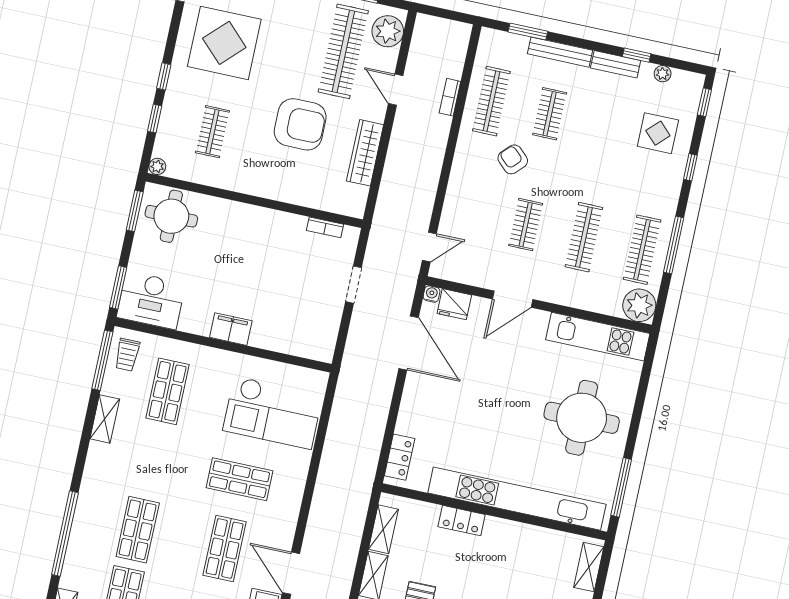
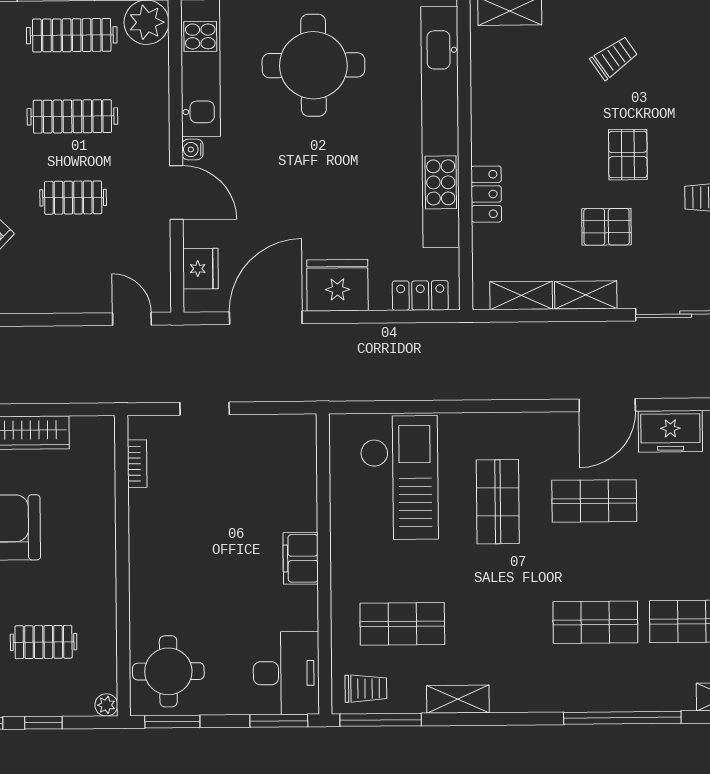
water cooler: (432, 294) -> (192, 149), moved
fridge: (420, 399) -> (337, 285), added

